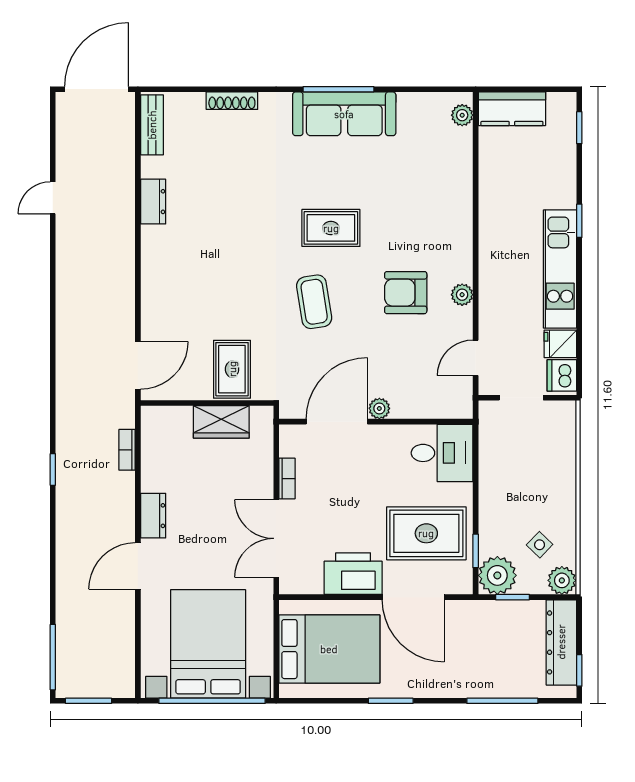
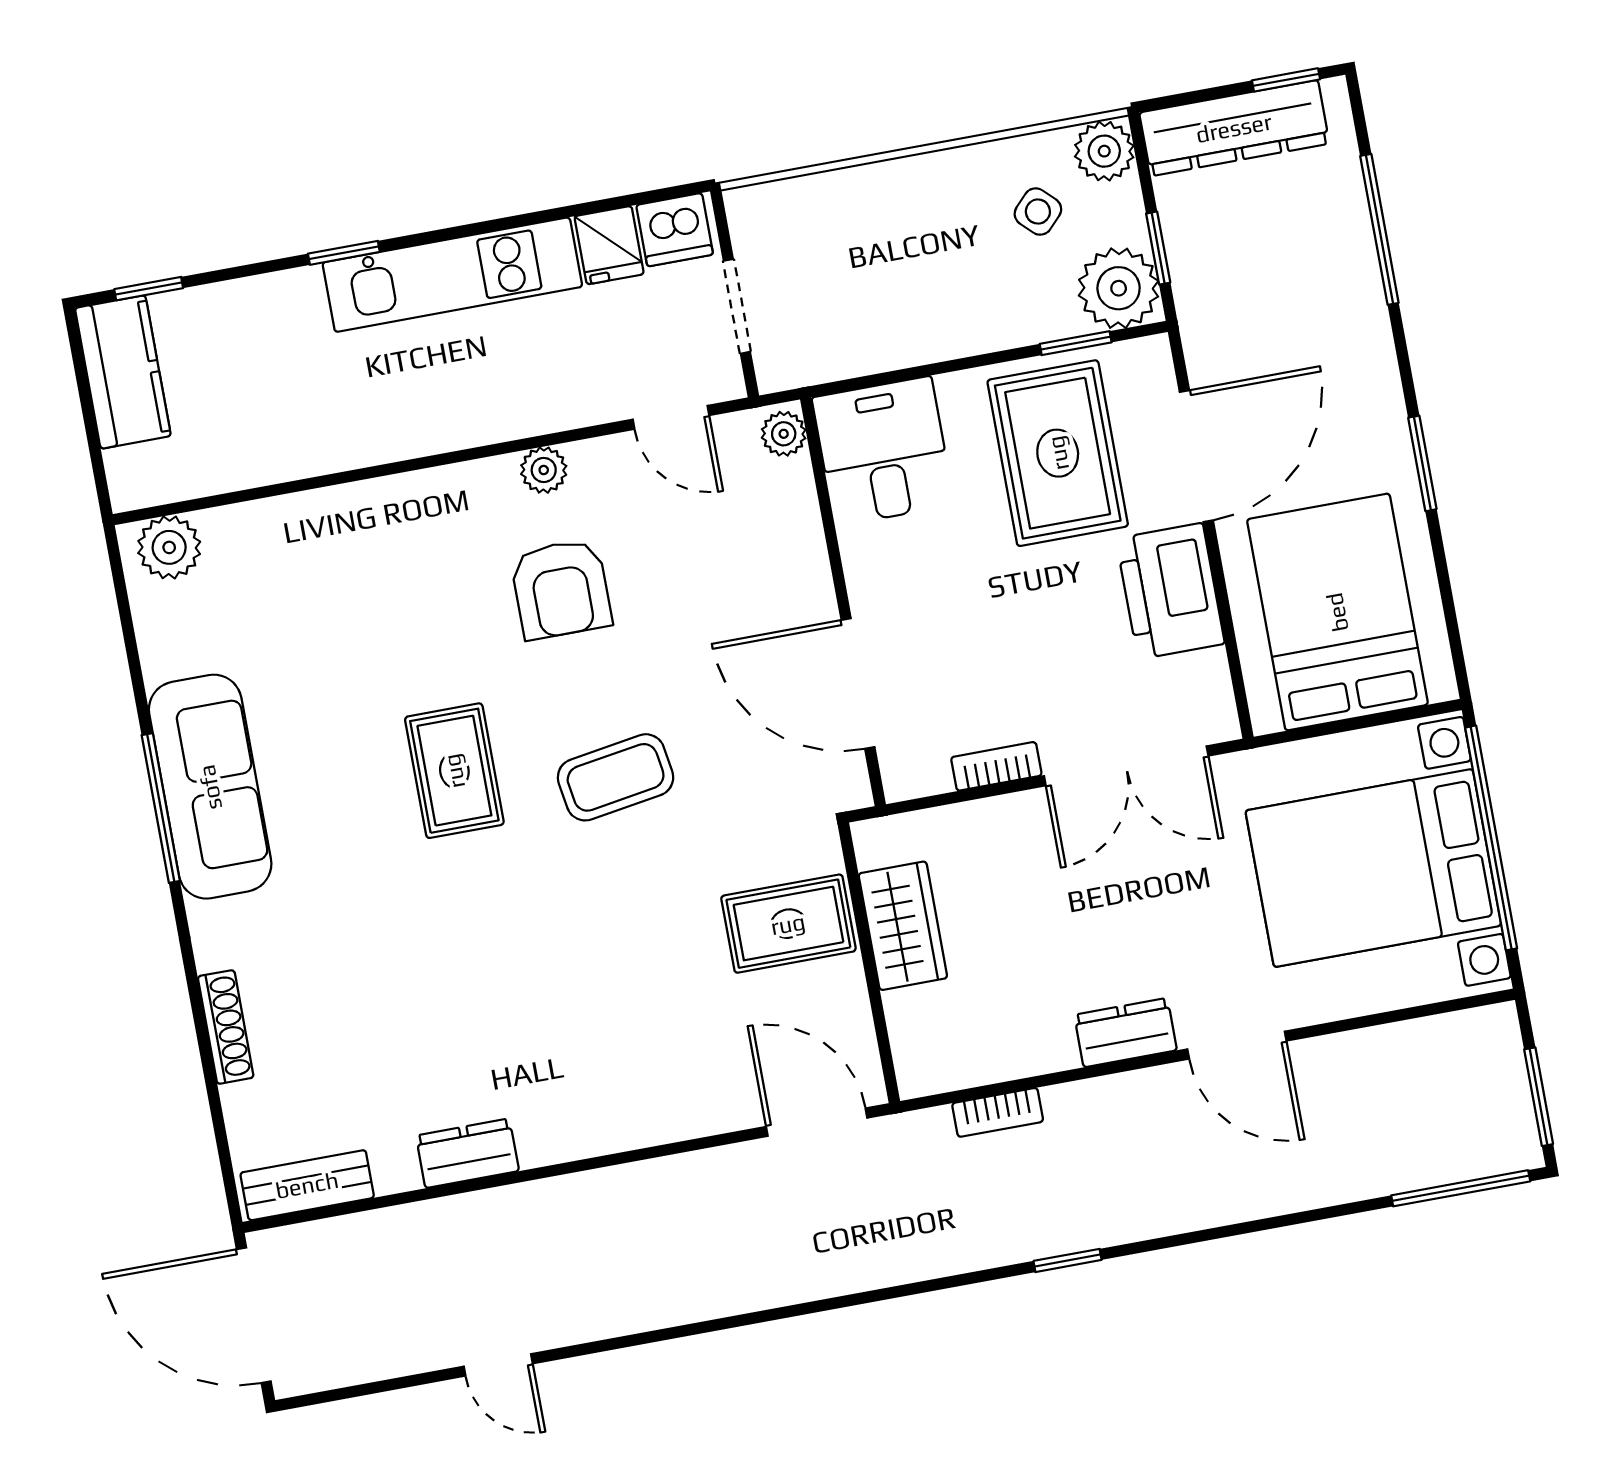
kitchen counter: (512, 109) -> (123, 372), moved
plant: (462, 115) -> (169, 547), width x1.38, depth x1.38
plant: (379, 408) -> (784, 434), moved

